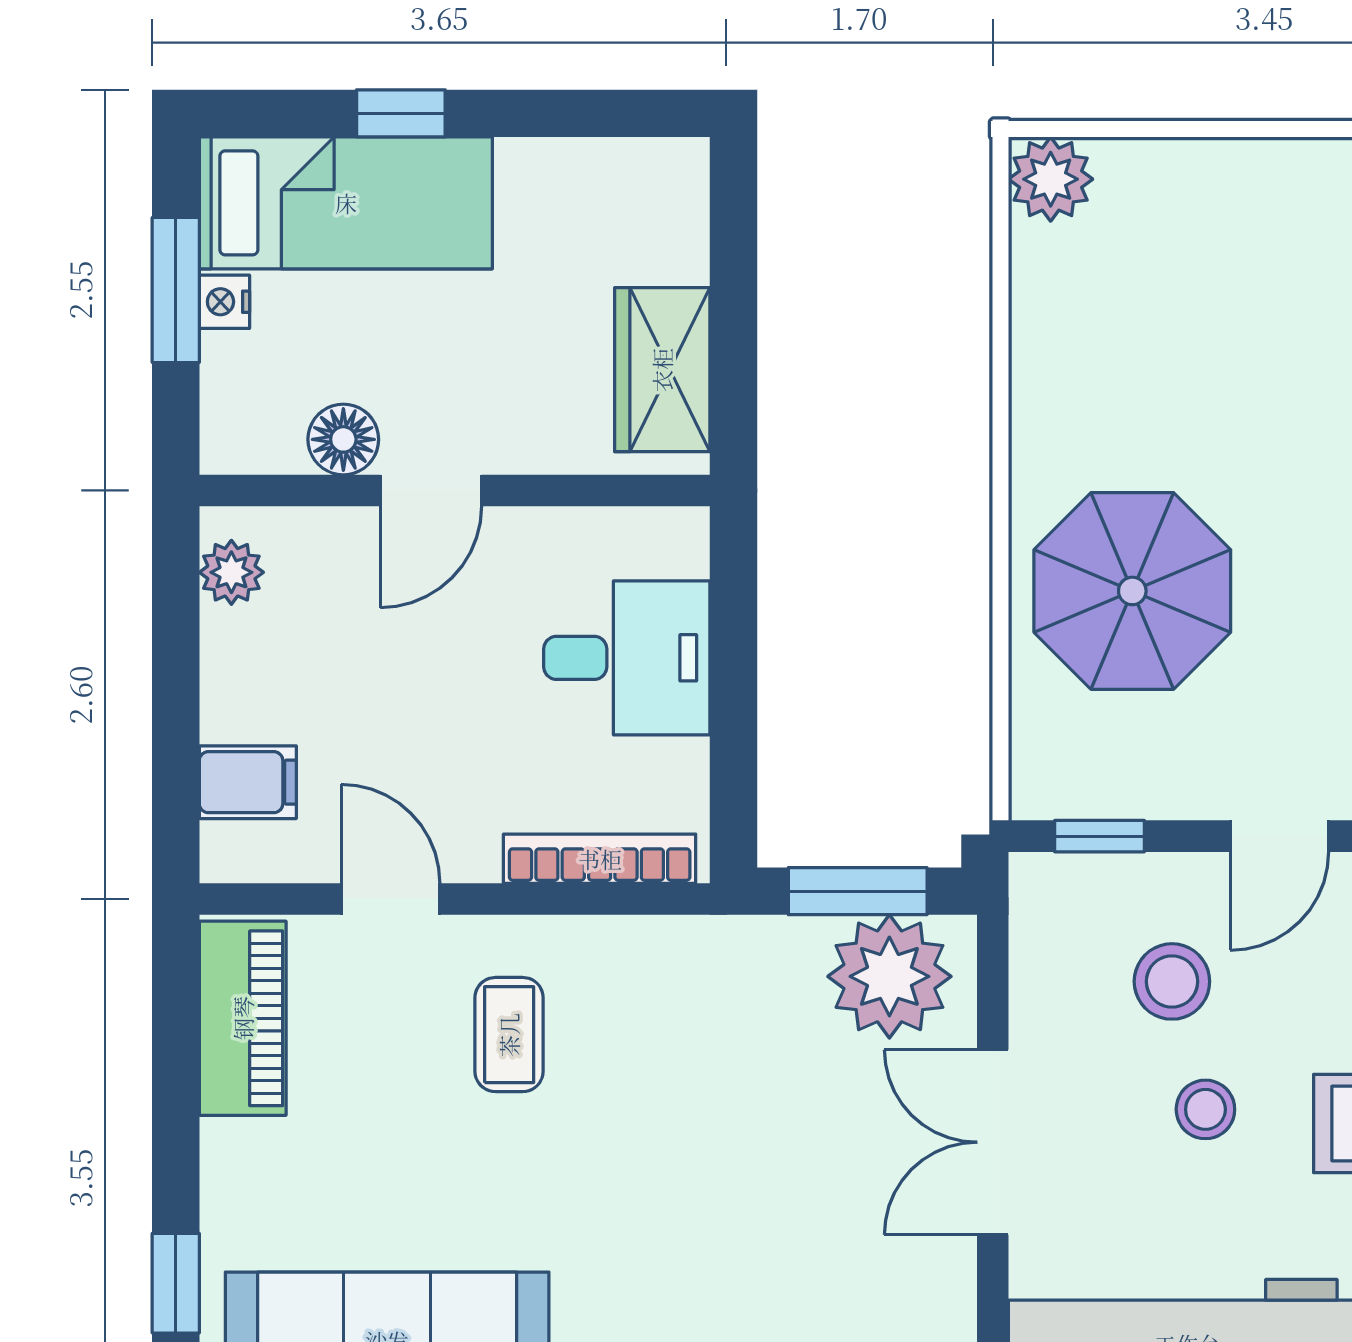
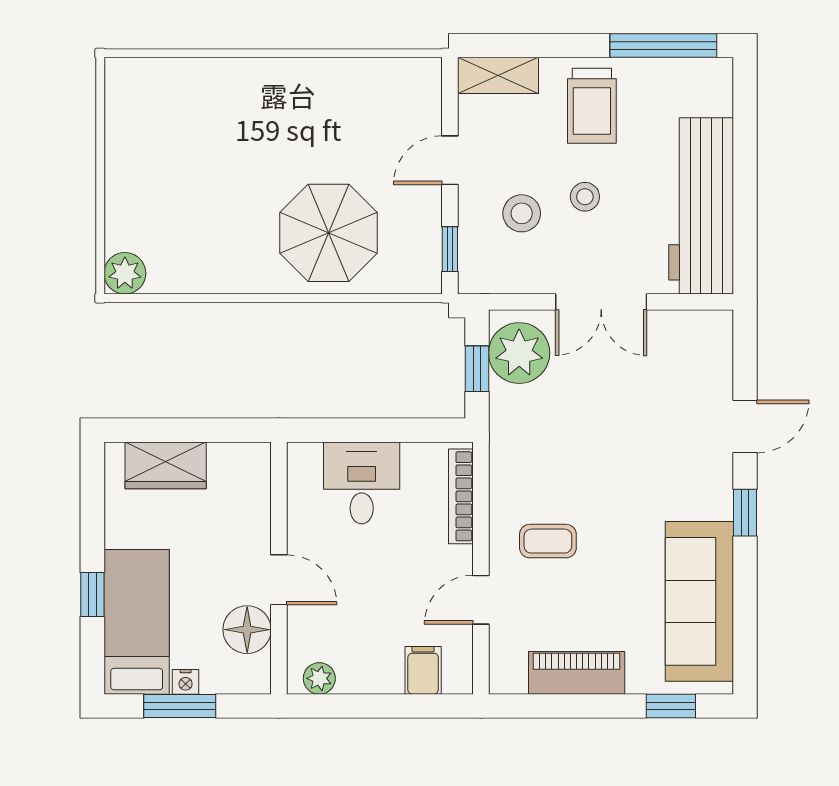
wardrobe: (662, 370) -> (166, 465), moved
floor lamp: (343, 439) -> (247, 630), width x1.38, depth x1.38
door: (1279, 836) -> (450, 160), swing flipped
window: (858, 891) -> (477, 369), width x0.67
piano: (243, 1018) -> (577, 673), moved

